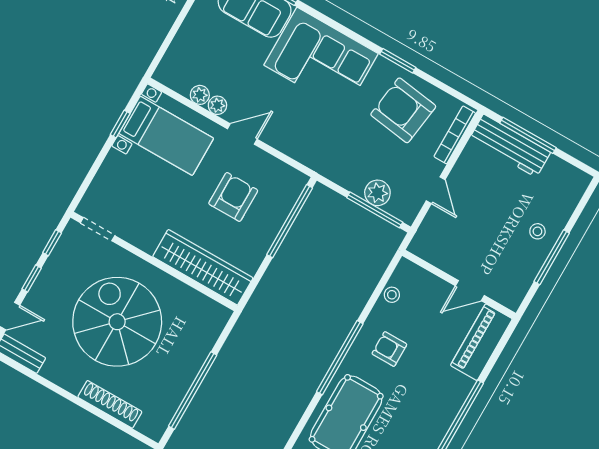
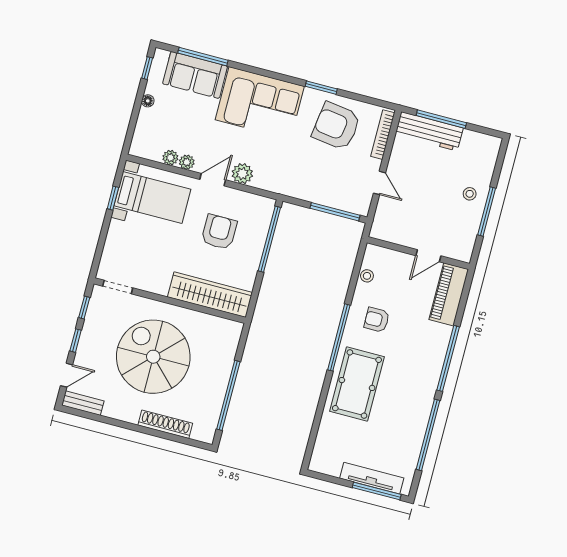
floor lamp: (191, 22) -> (148, 101), added
plant: (377, 193) -> (242, 174), moved

